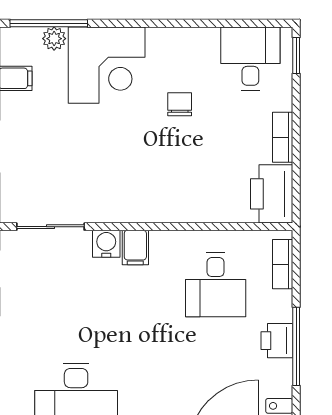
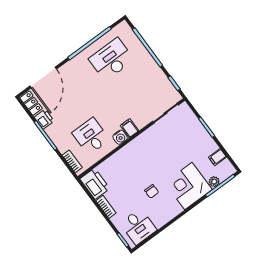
water cooler: (106, 244) -> (120, 137), moved
printer: (277, 341) -> (44, 119), moved

